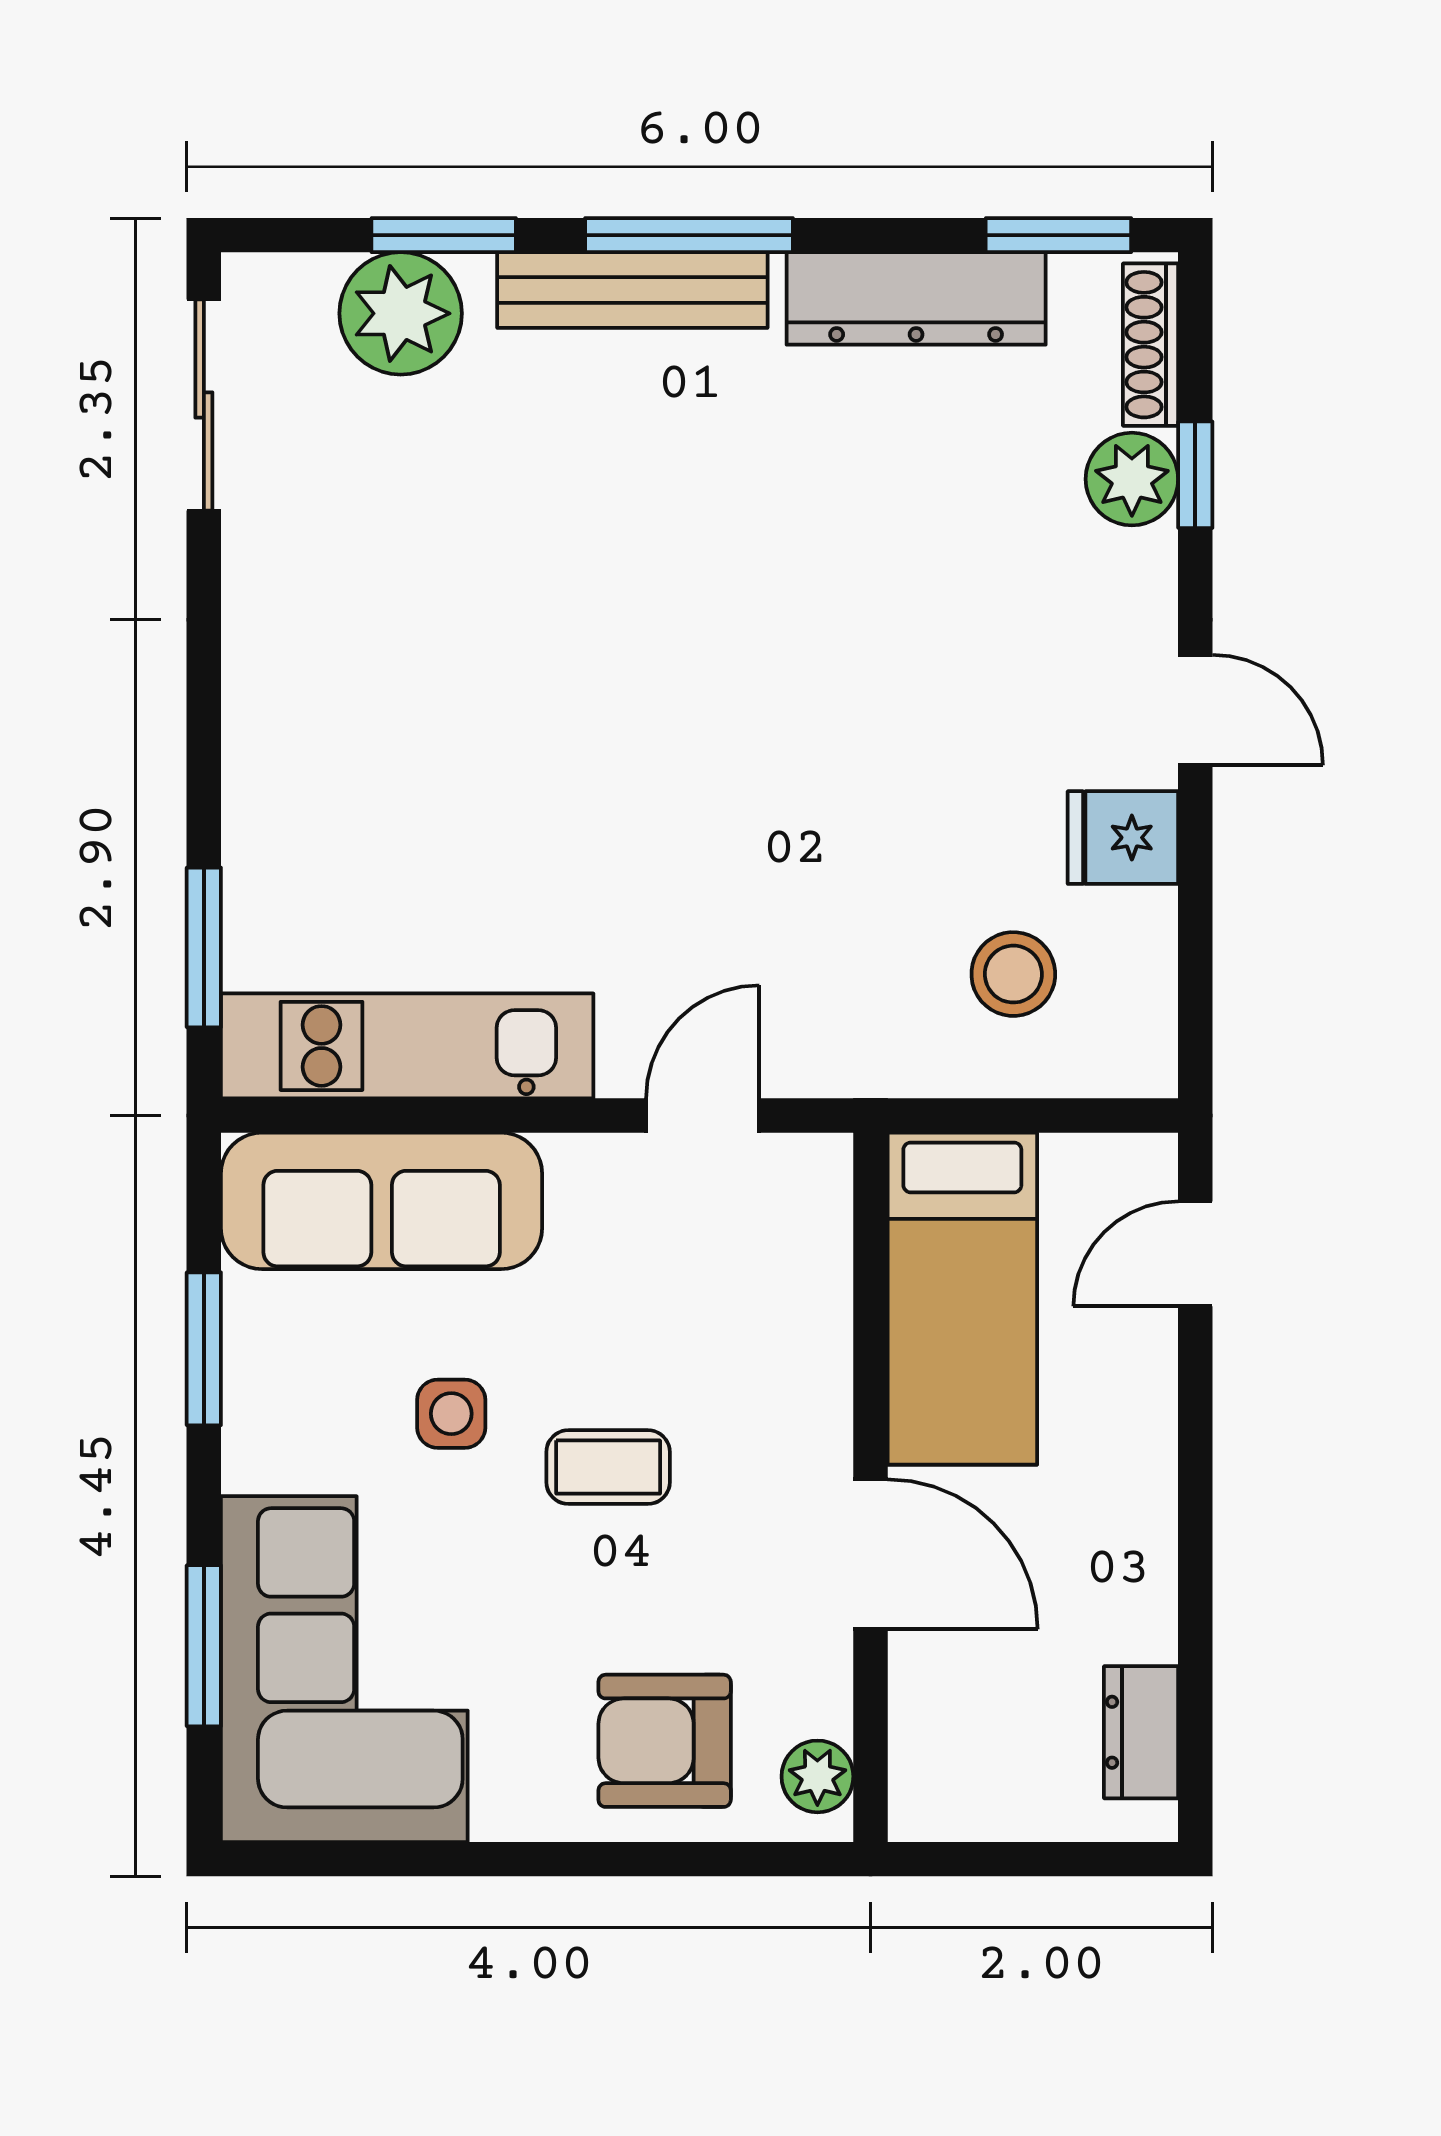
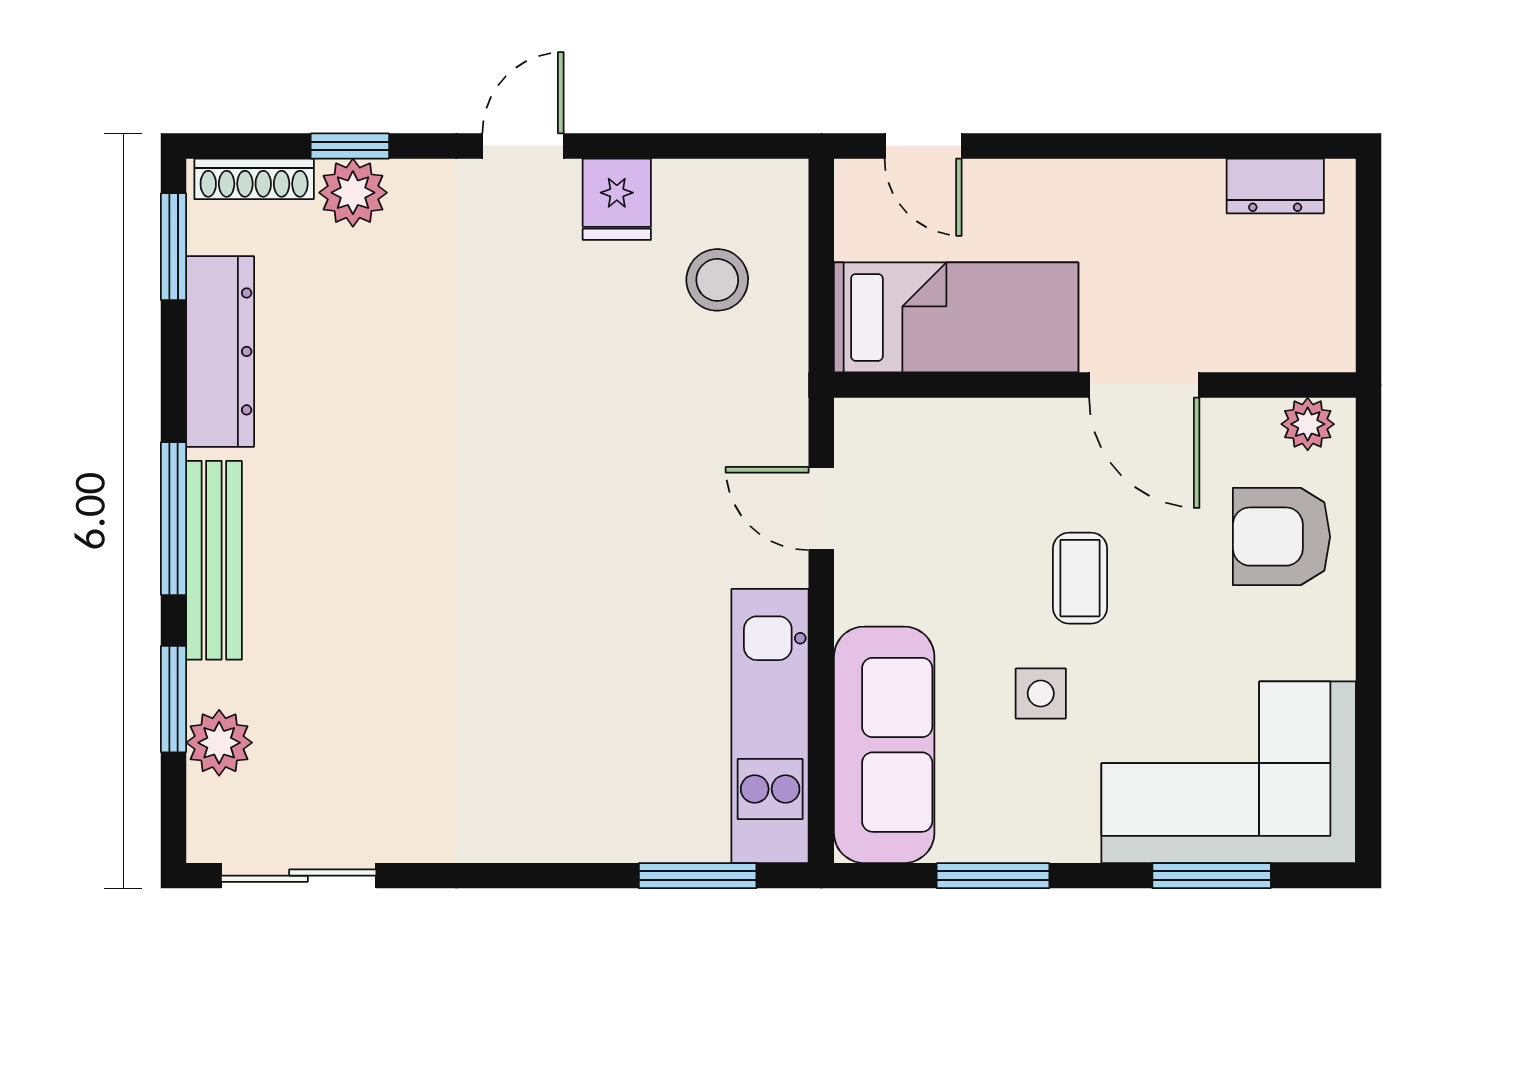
plant: (401, 313) -> (219, 743), width x0.73, depth x0.73
door: (871, 1554) -> (1144, 385), swing flipped
armchair: (665, 1741) -> (1281, 537), turned 90

